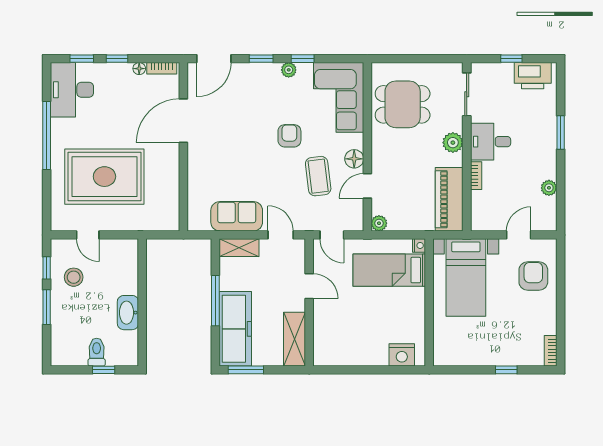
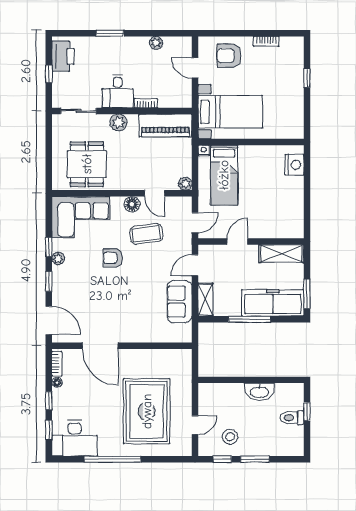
bookcase: (551, 351) -> (266, 41), moved

